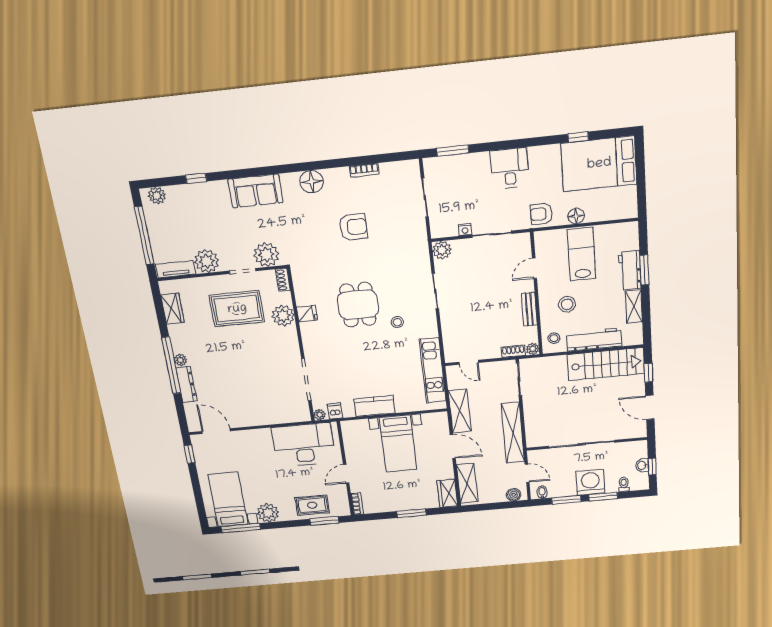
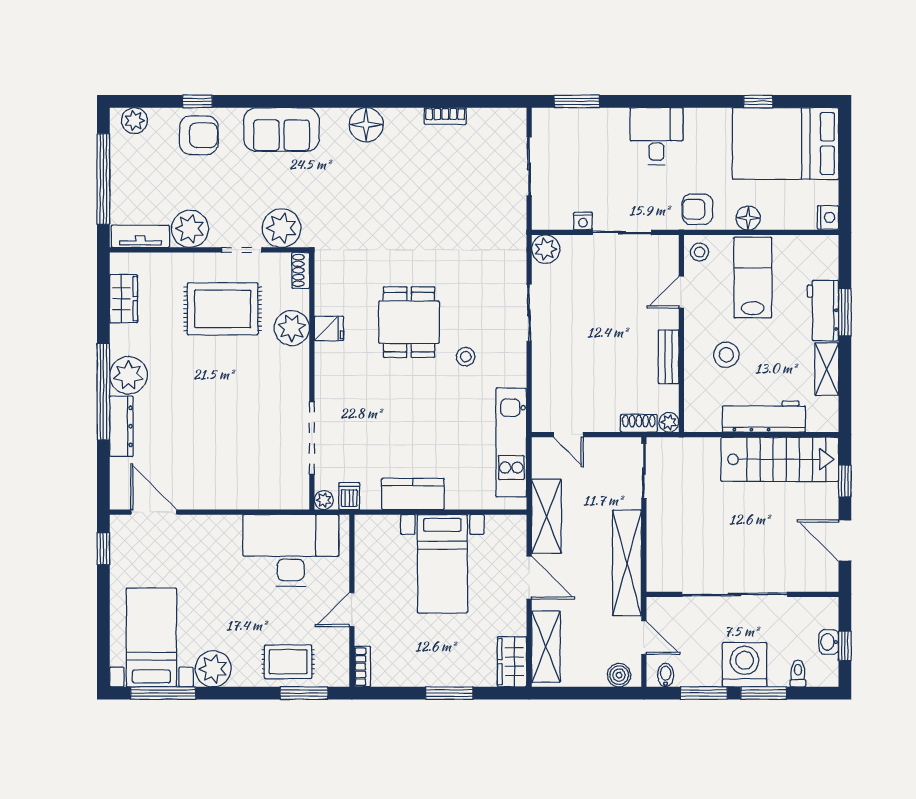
nightstand: (630, 210) -> (828, 217), added
armchair: (353, 227) -> (199, 135), moved
stool: (554, 338) -> (700, 252), moved
plant: (180, 360) -> (128, 375), width x1.88, depth x1.88

